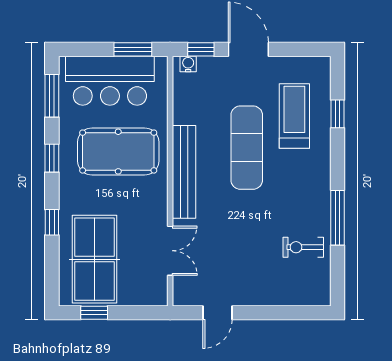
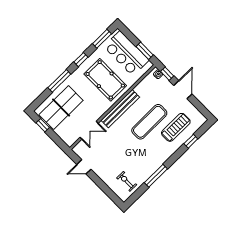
window: (52, 222) -> (59, 81), width x2.17
exercise bike: (303, 247) -> (127, 181), moved

